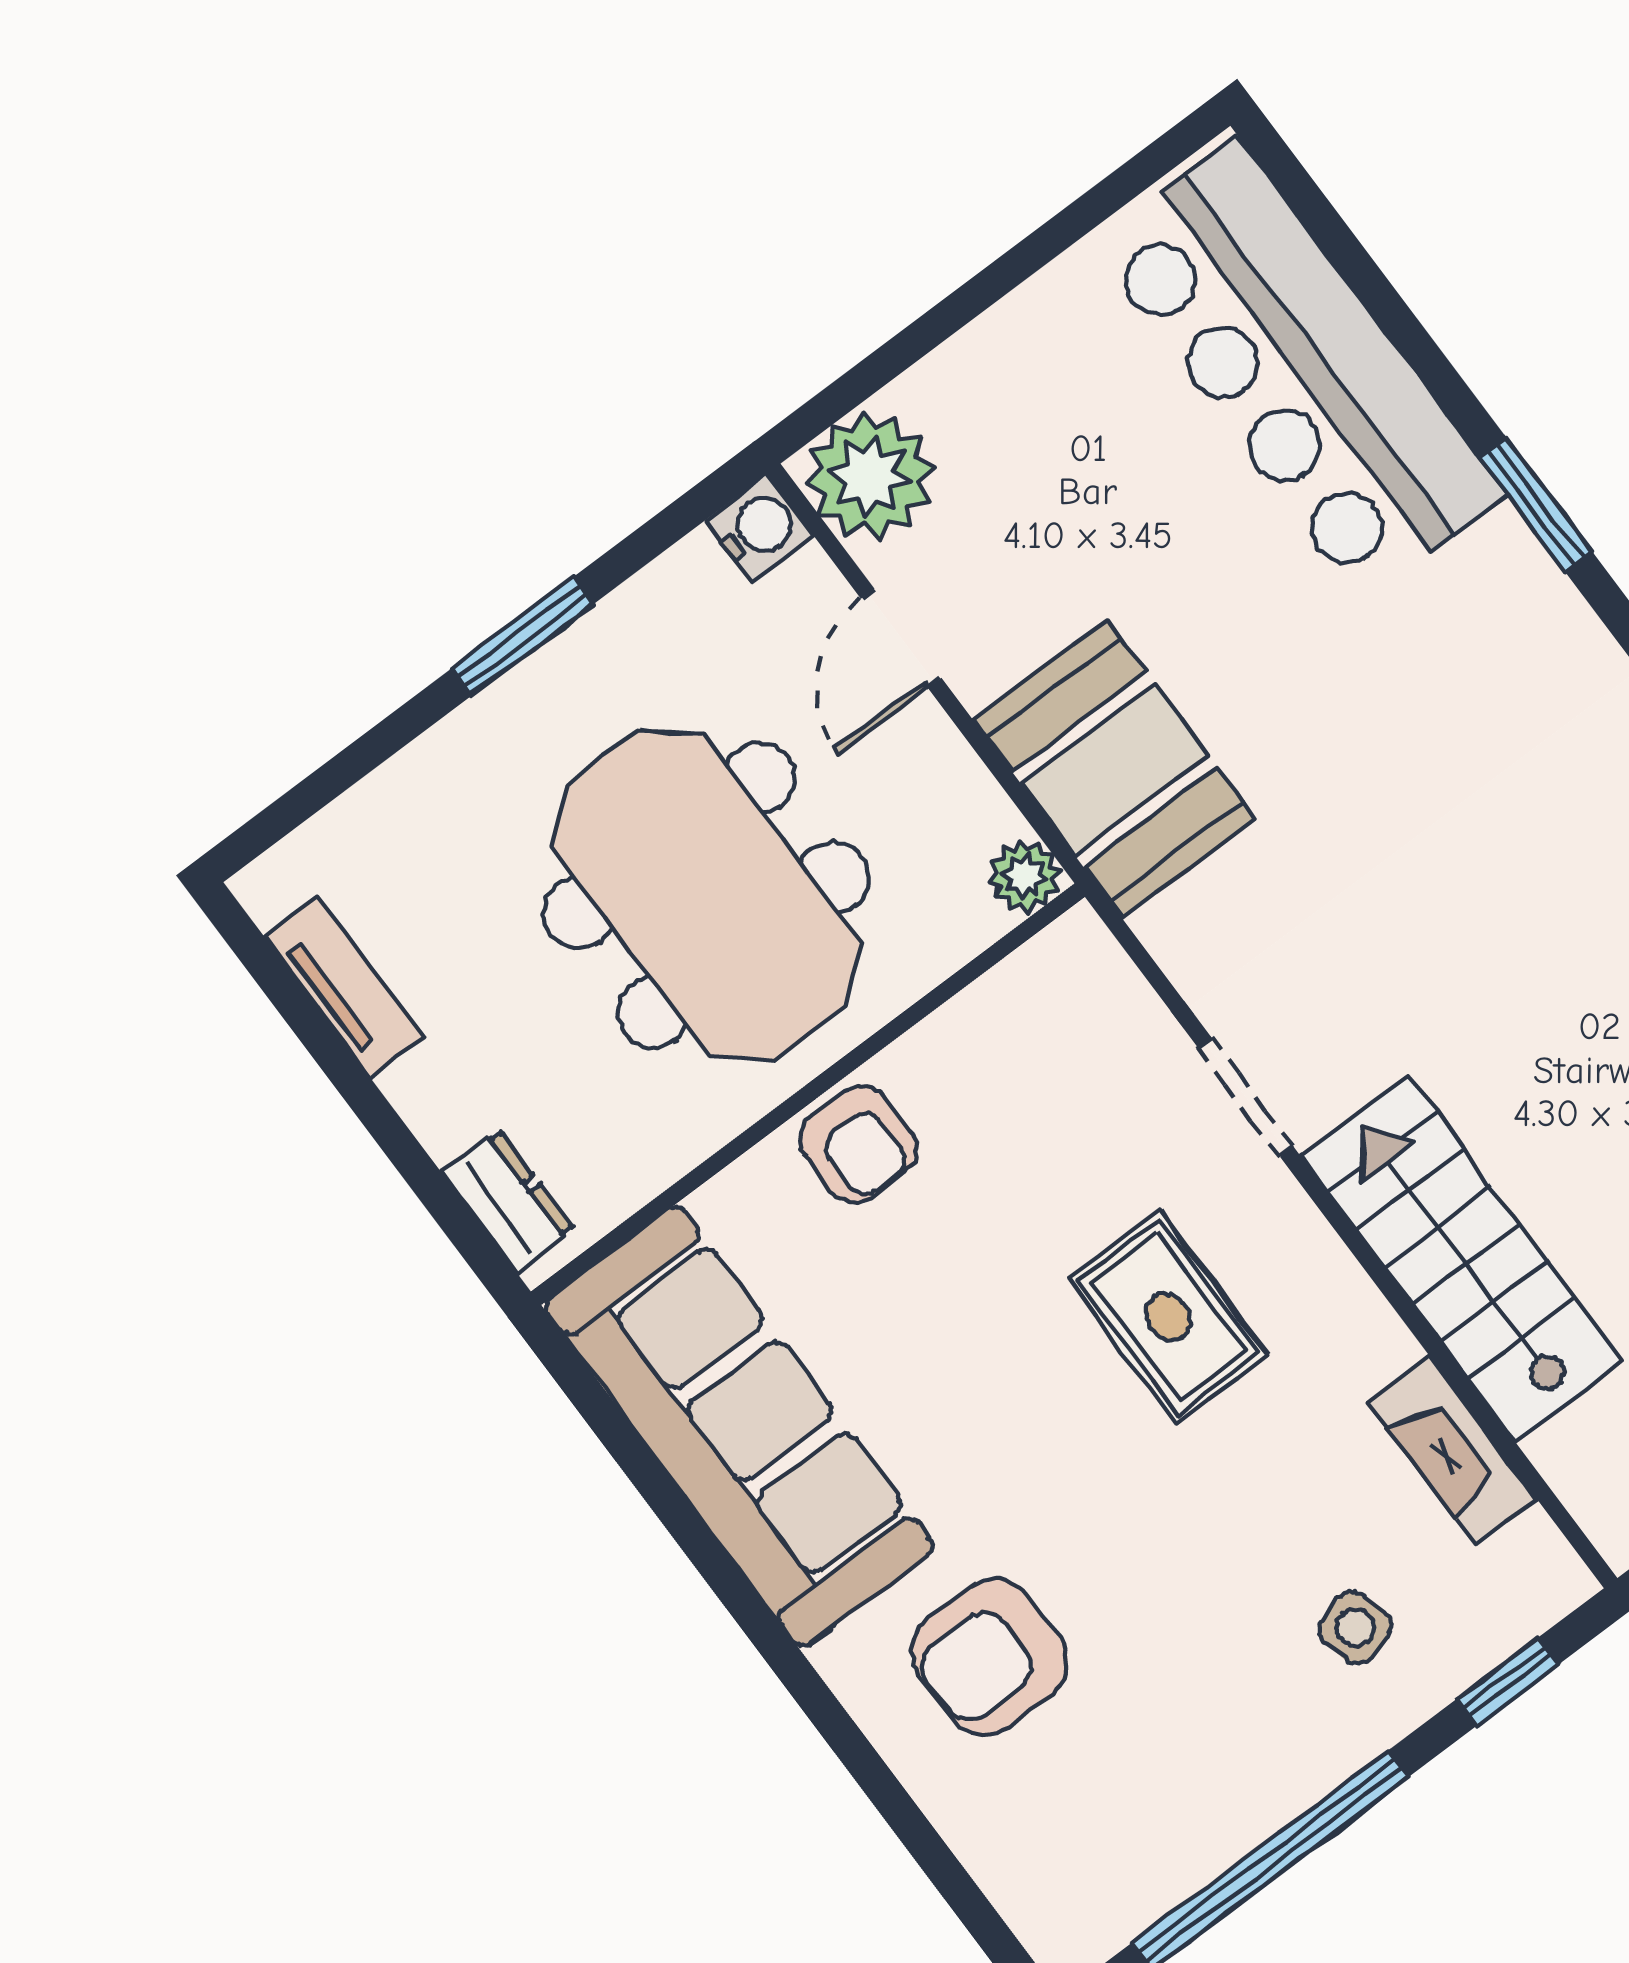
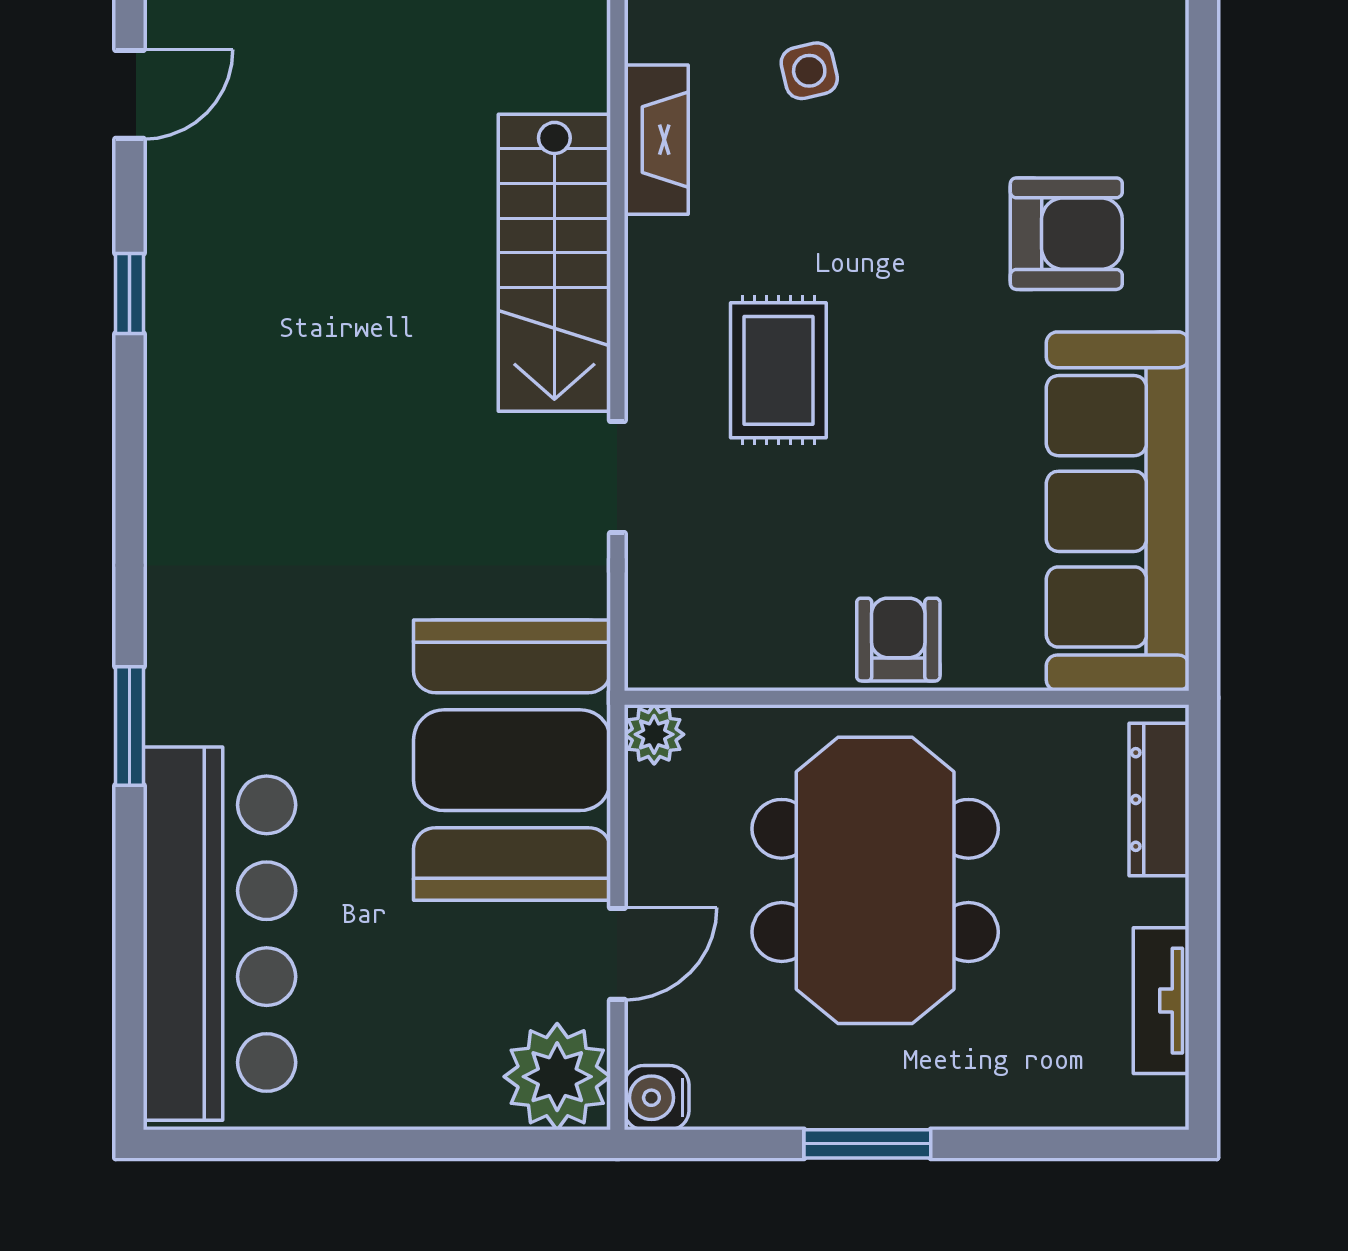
booth: (1115, 770) -> (512, 760), width x1.36, depth x1.42
dresser: (508, 1201) -> (1159, 799), width x1.44

